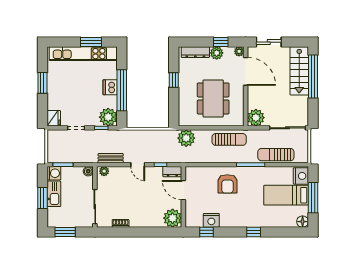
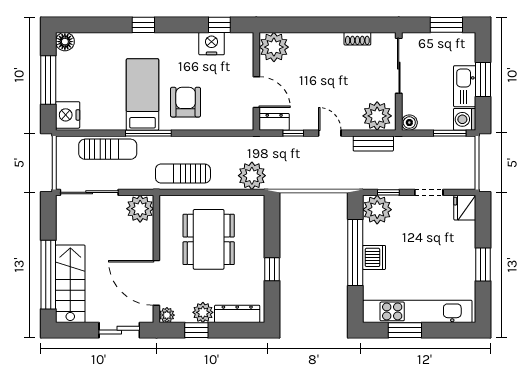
plant: (104, 171) -> (377, 116), width x1.88, depth x1.88
bed: (286, 195) -> (143, 95), moved, turned -90

